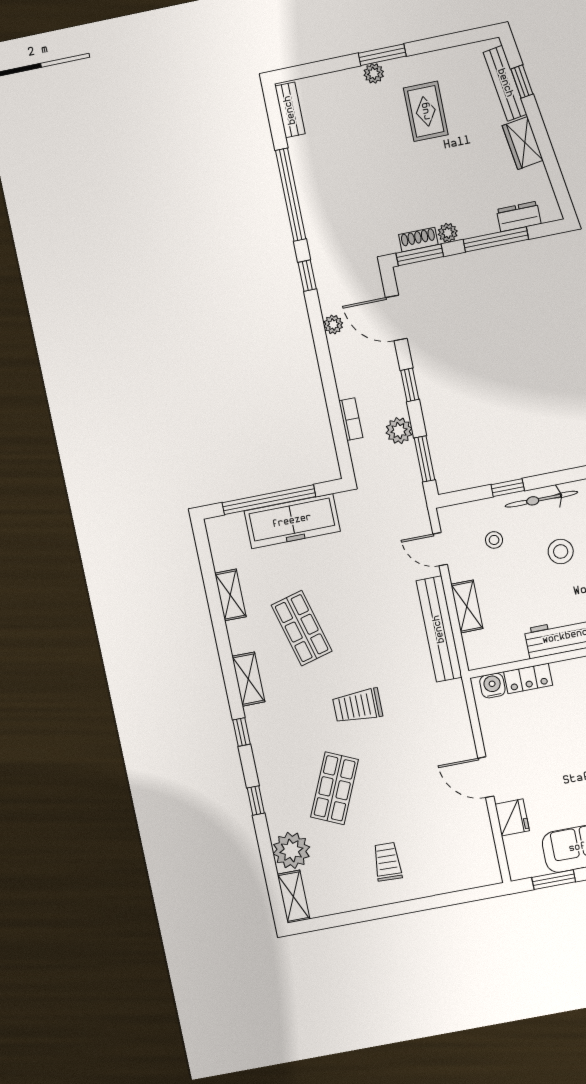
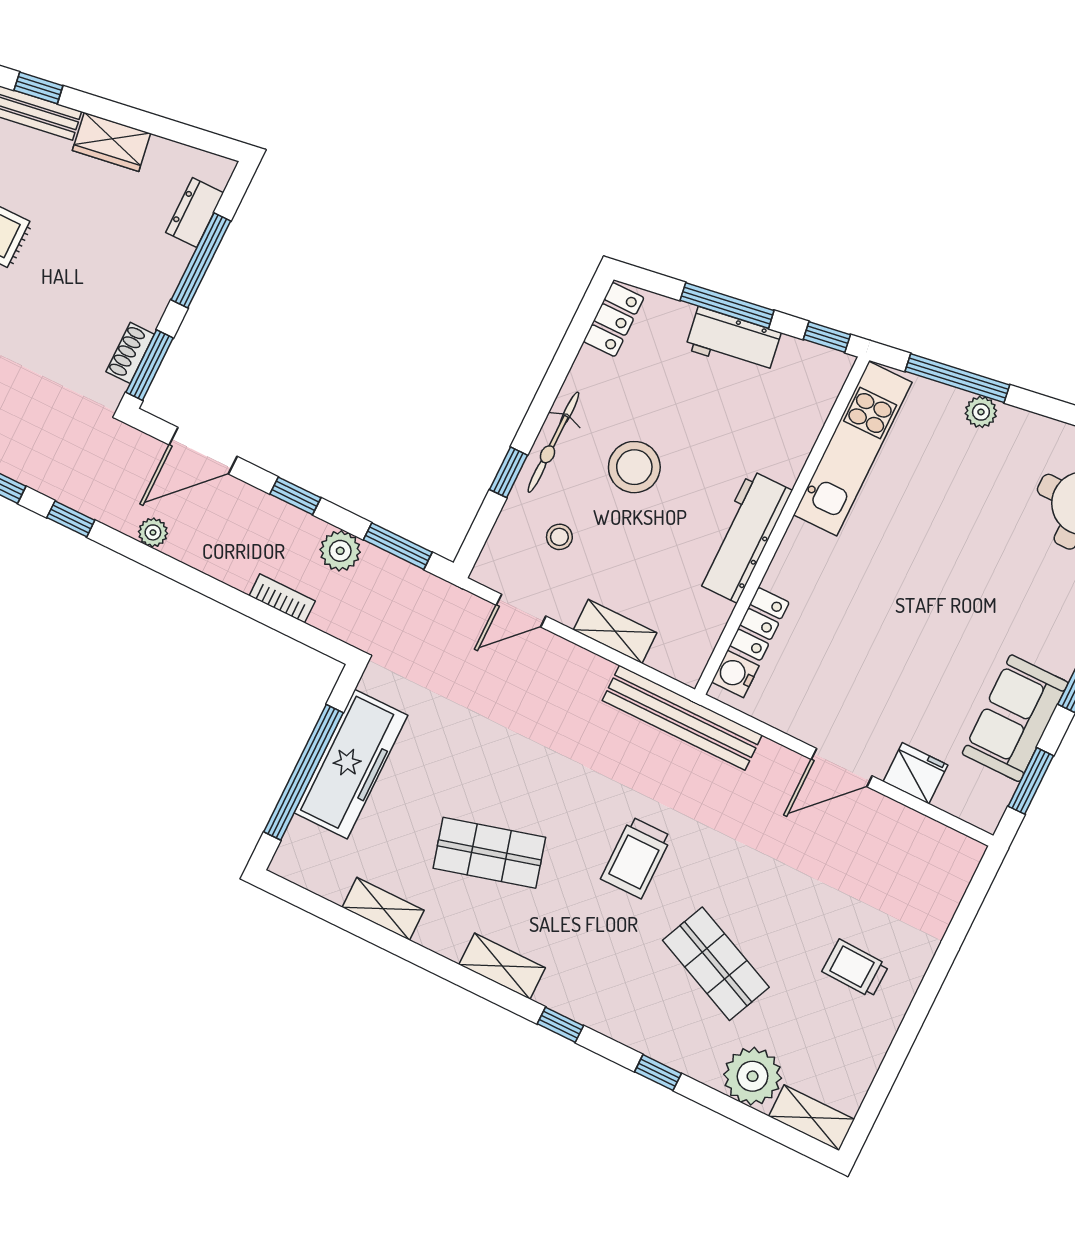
plant: (448, 233) -> (149, 312), removed
stool: (561, 551) -> (634, 467), width x1.38, depth x1.38
bench: (439, 629) -> (682, 718), moved

